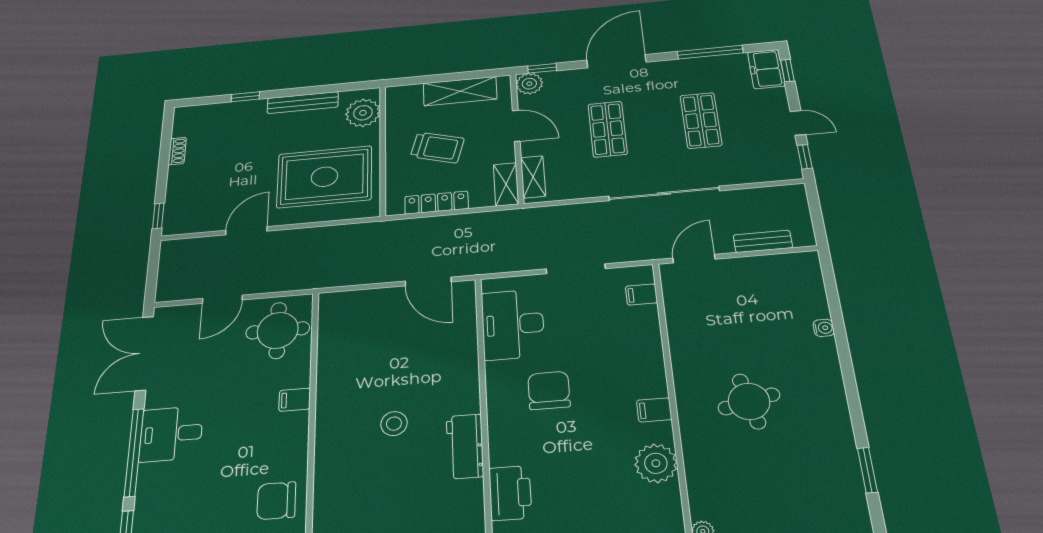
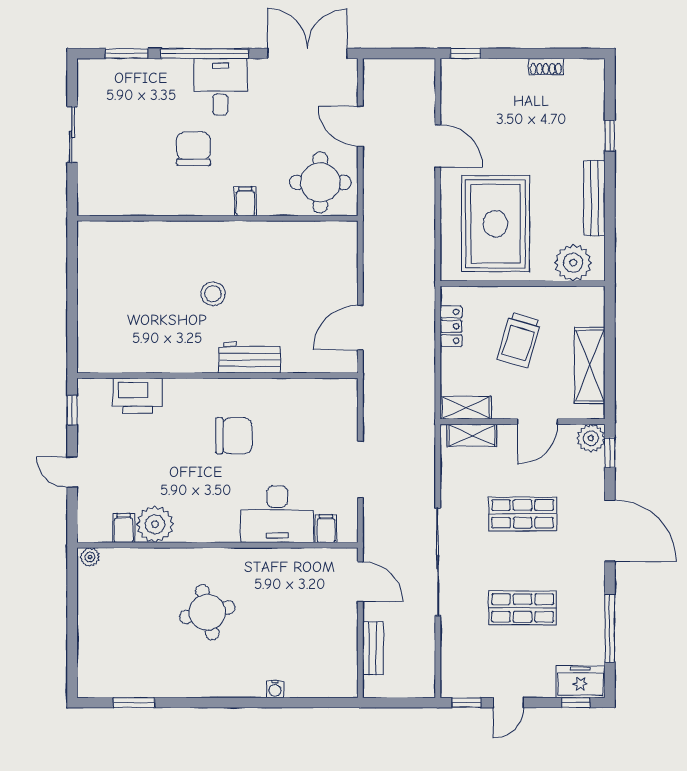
locker: (437, 203) -> (451, 326), width x0.66
desk: (513, 324) -> (277, 514), moved, turned 180
filing cabinet: (654, 410) -> (124, 528), moved
workbench: (465, 446) -> (250, 357), moved
chair: (276, 501) -> (193, 149), moved

